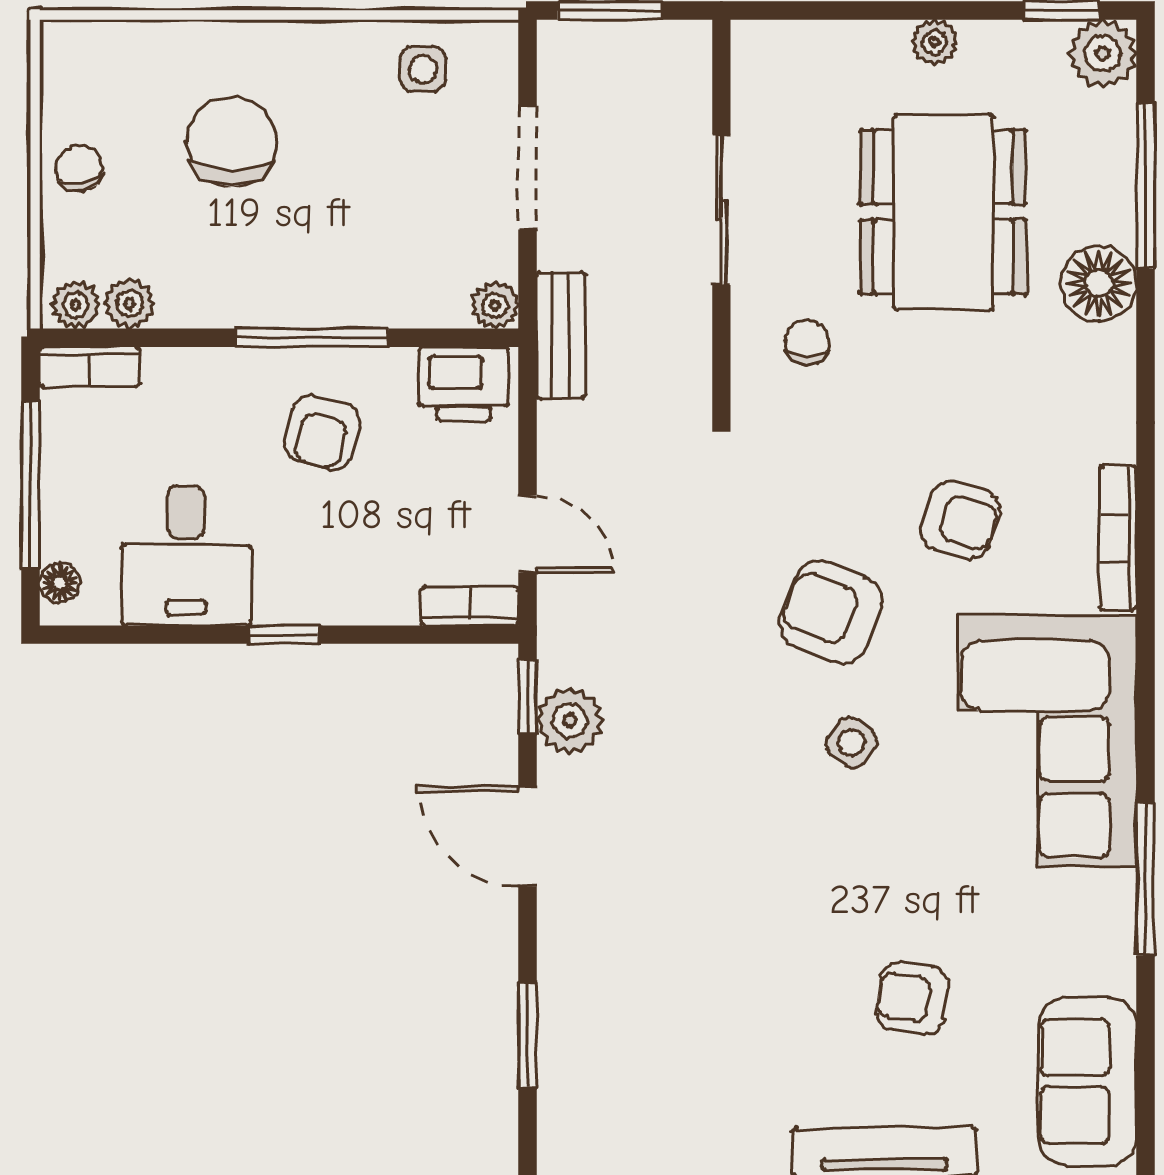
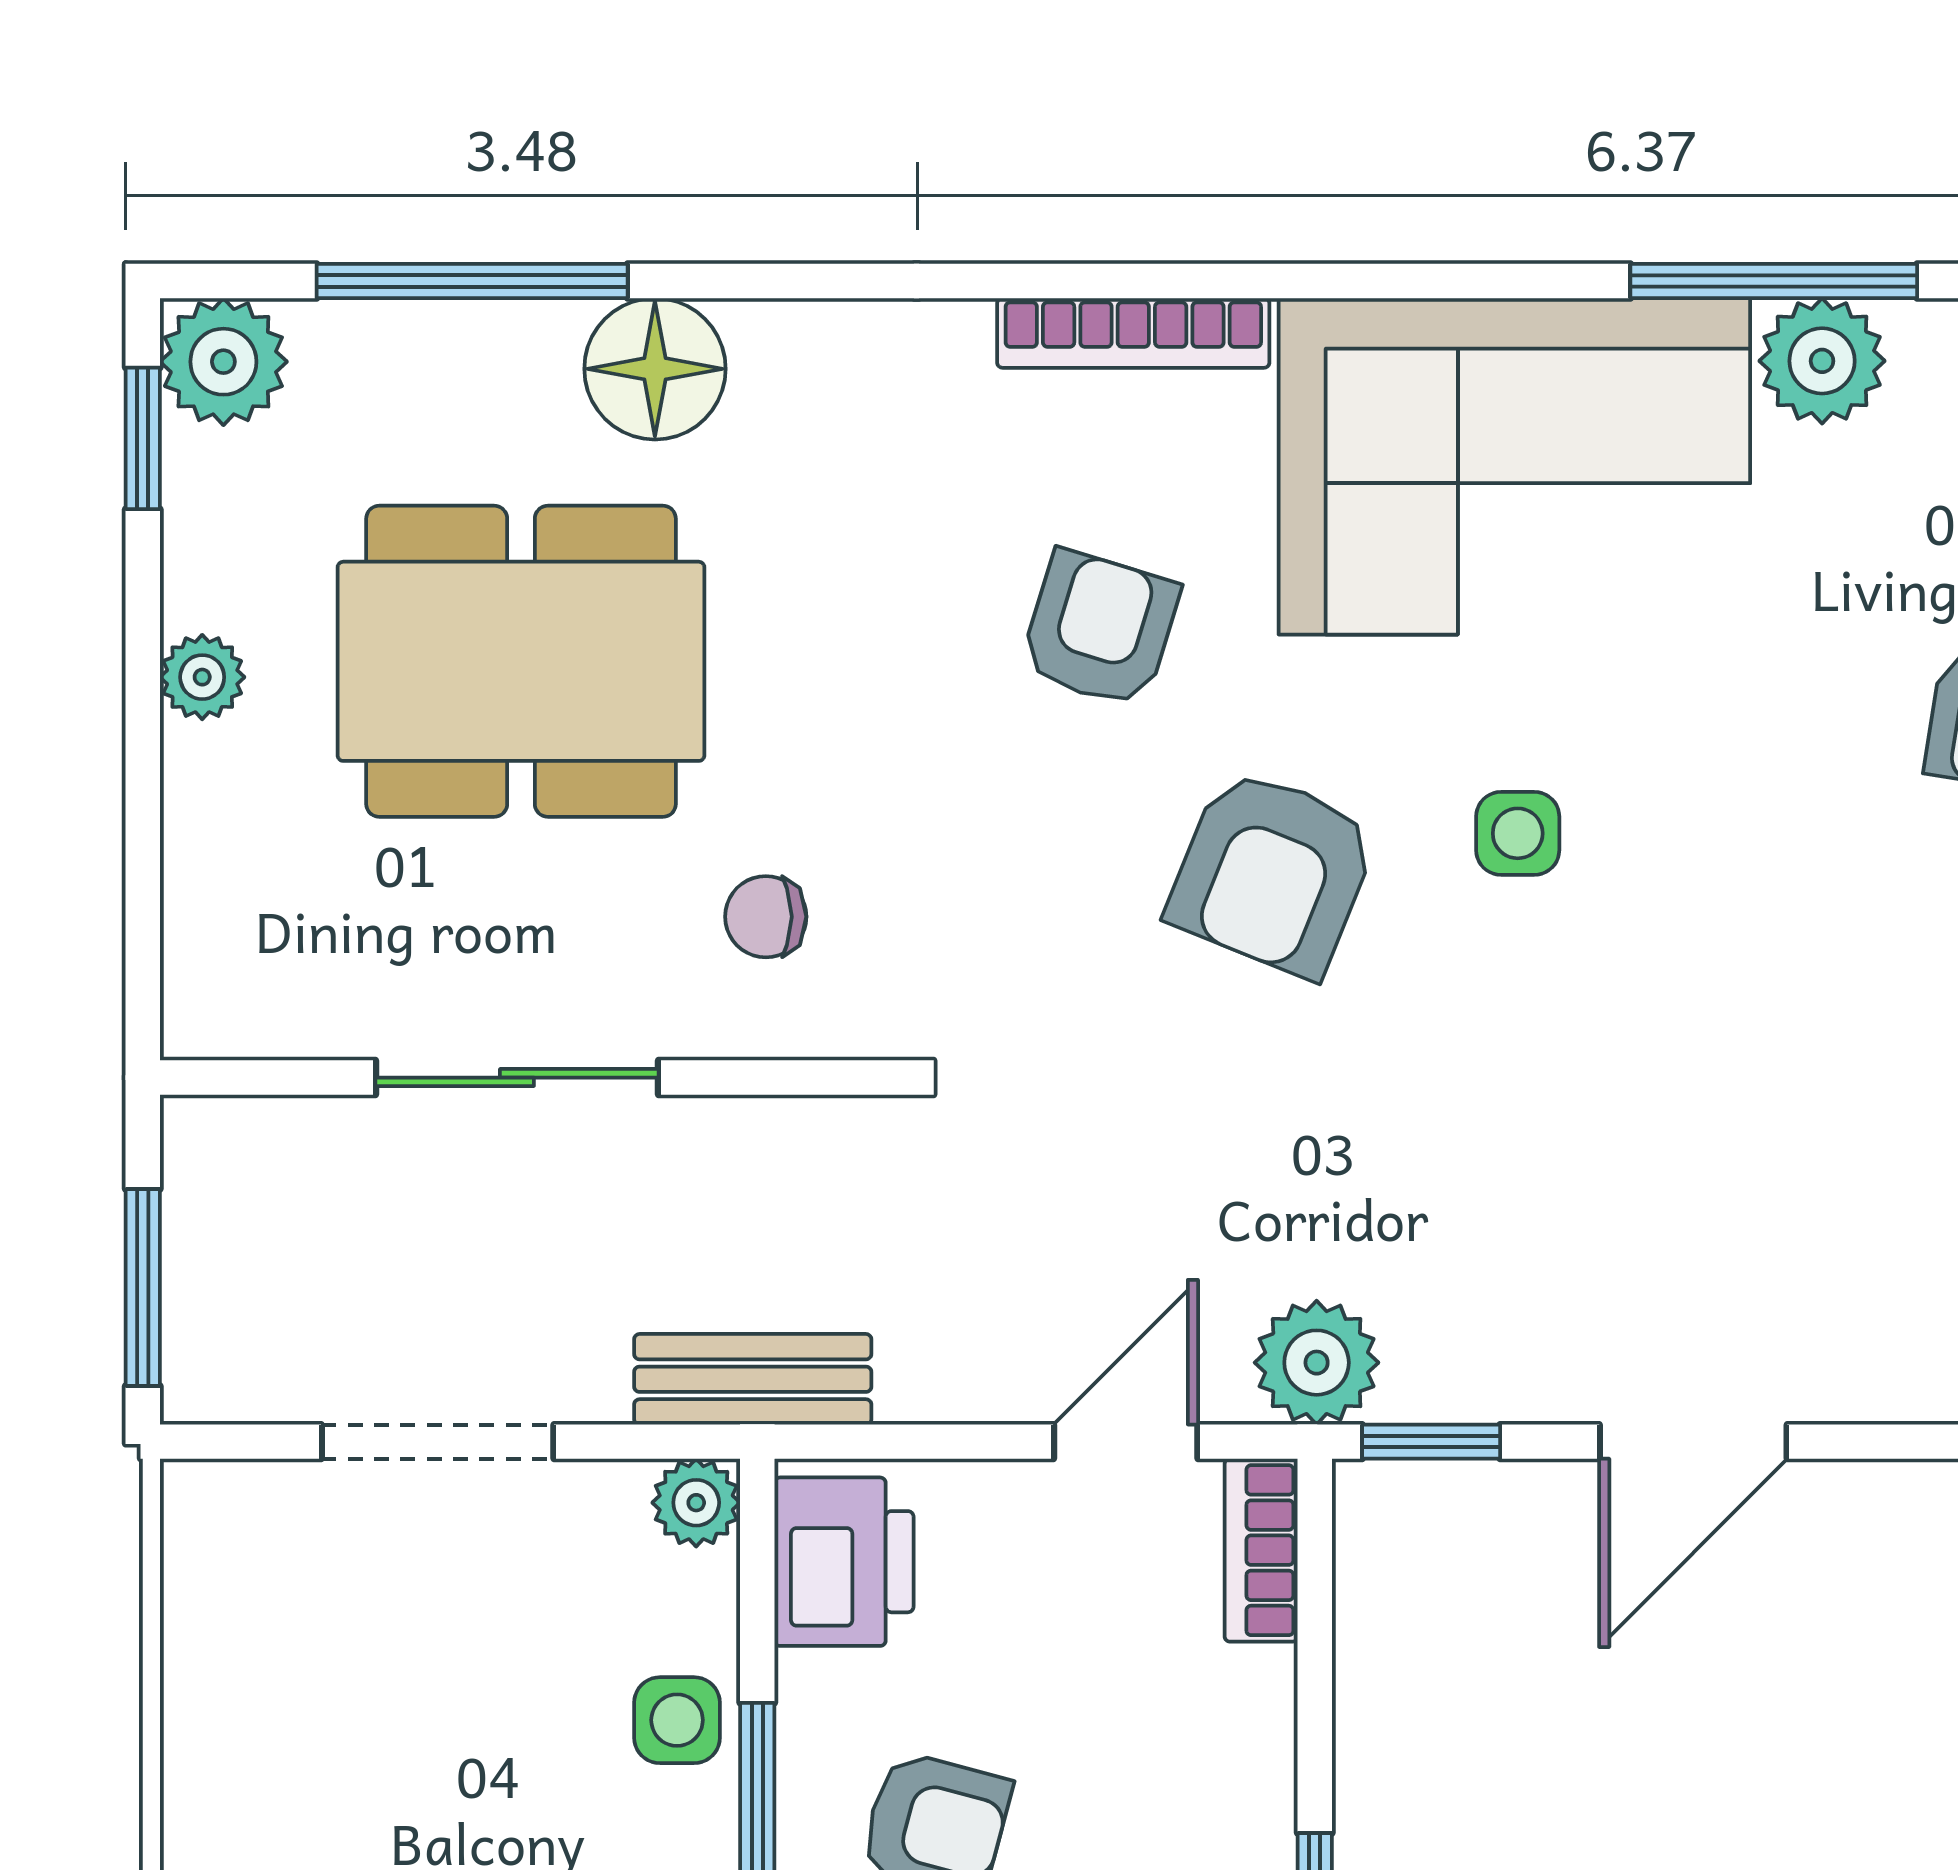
side table: (423, 69) -> (677, 1720), moved
plant: (570, 720) -> (1317, 1363), moved
side table: (851, 743) -> (1518, 833), turned -36
plant: (1103, 905) -> (1822, 361), added

